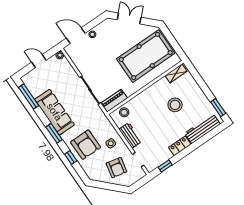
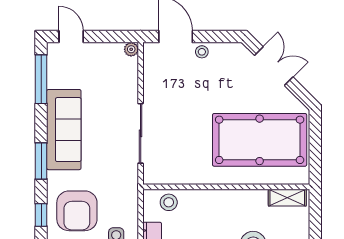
door: (39, 61) -> (71, 37), moved
piano: (114, 101) -> (166, 174), removed

